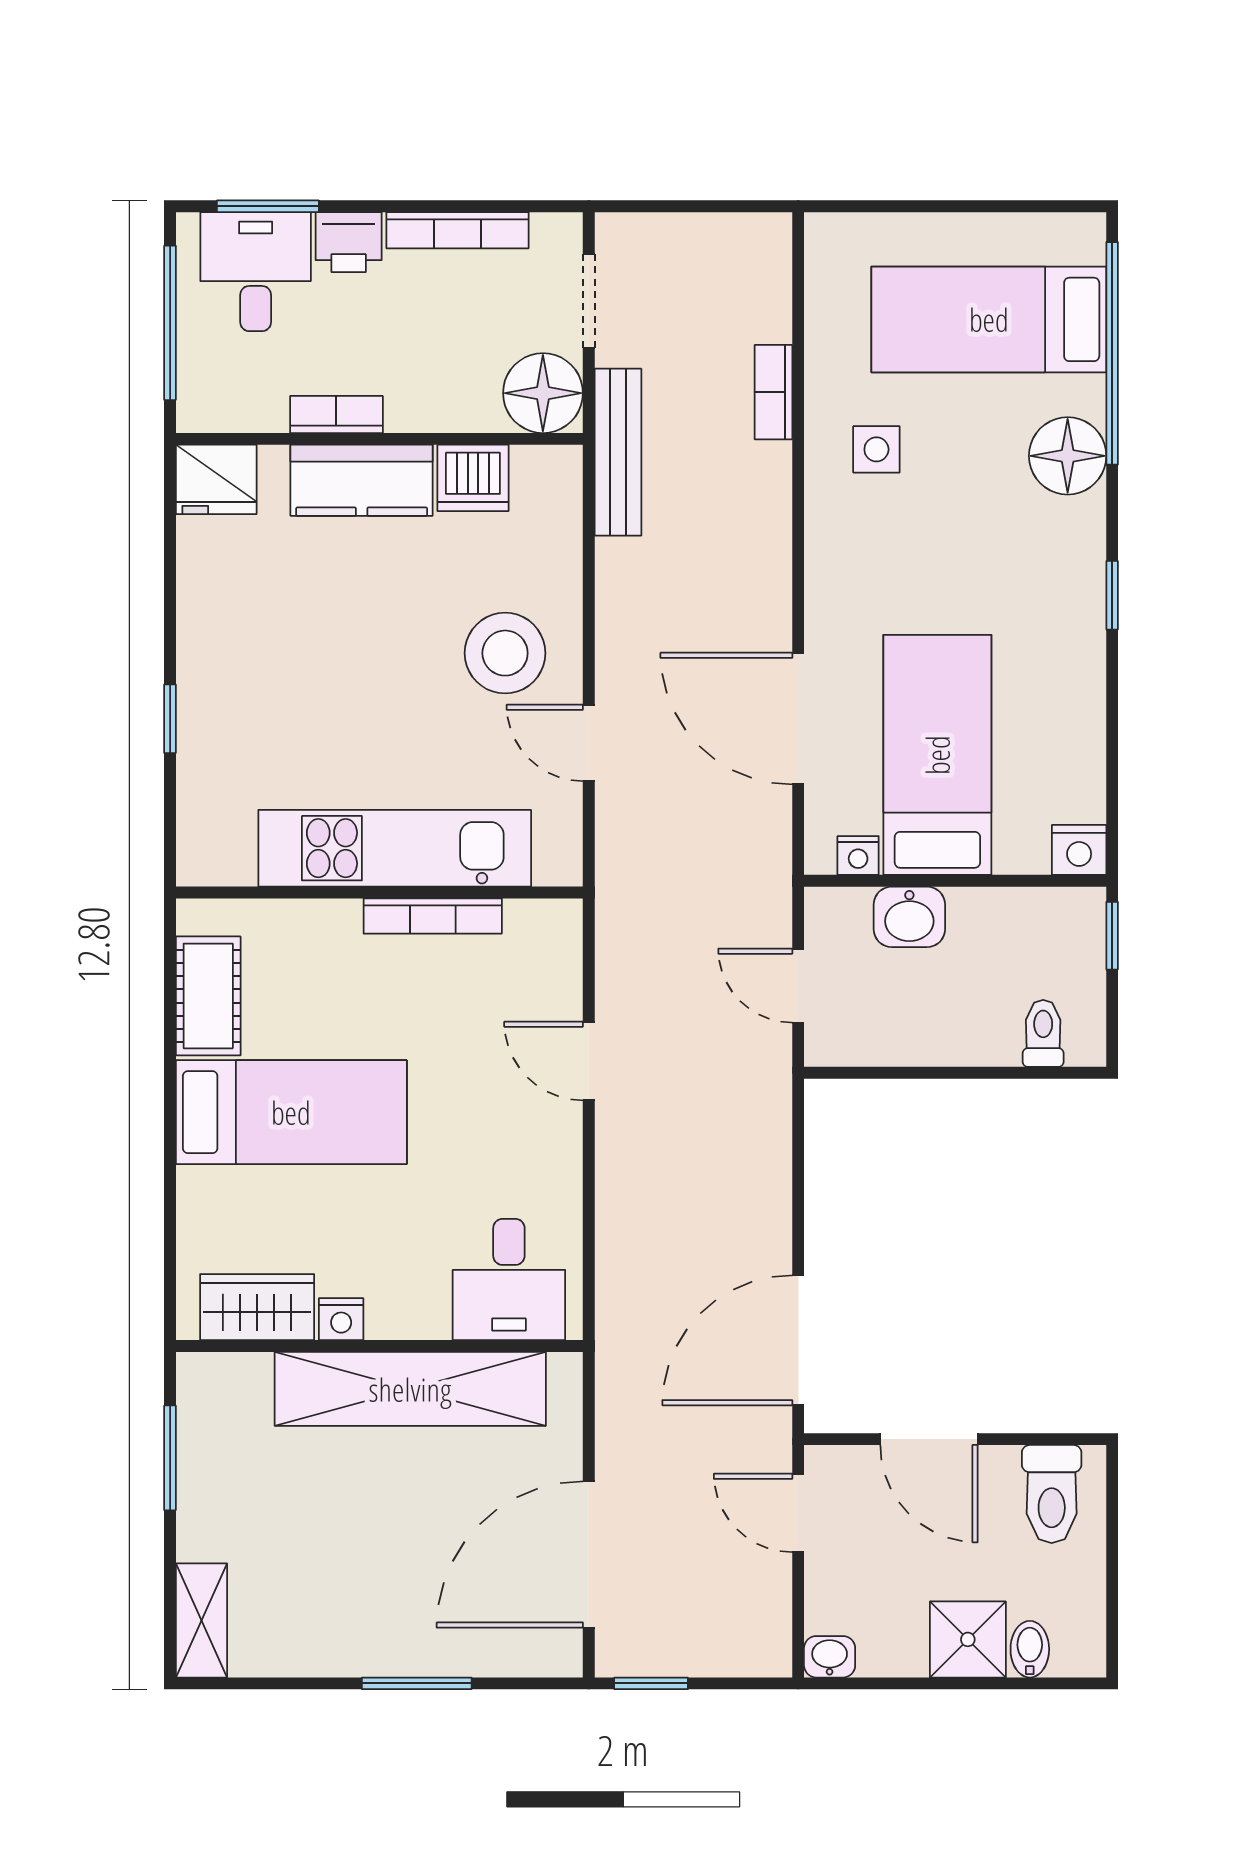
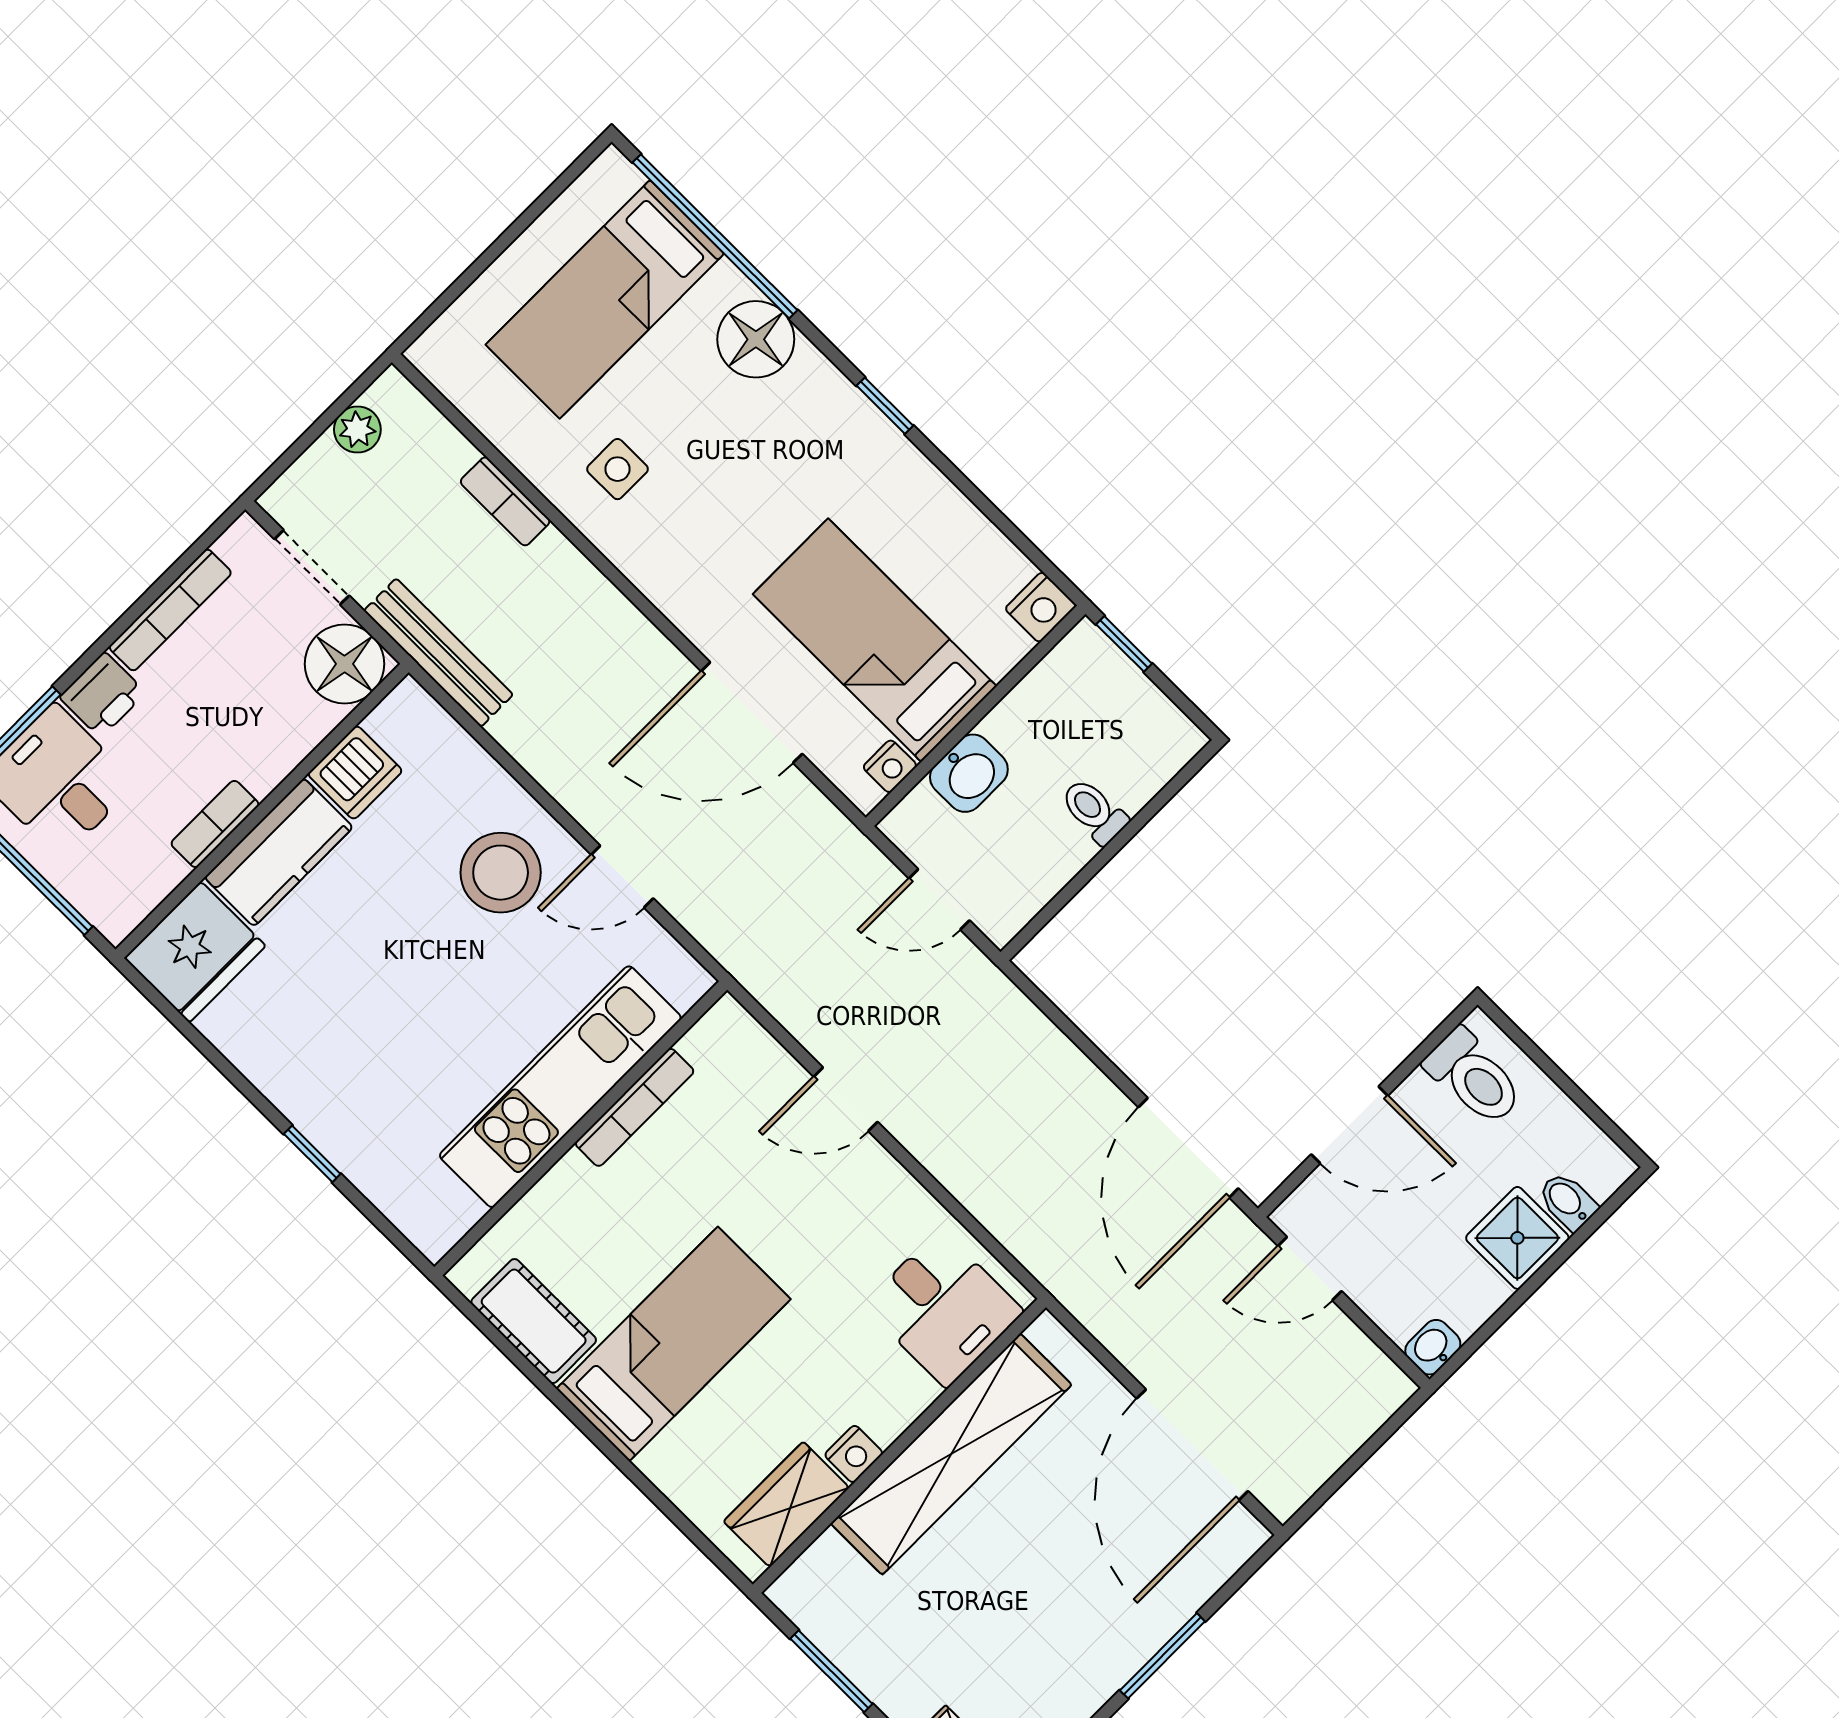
plant: (720, 235) -> (357, 430), added
fridge: (216, 479) -> (195, 952), width x1.36, depth x1.34
toilet: (1043, 1033) -> (1094, 811), moved
window: (651, 1683) -> (1326, 1491), removed

